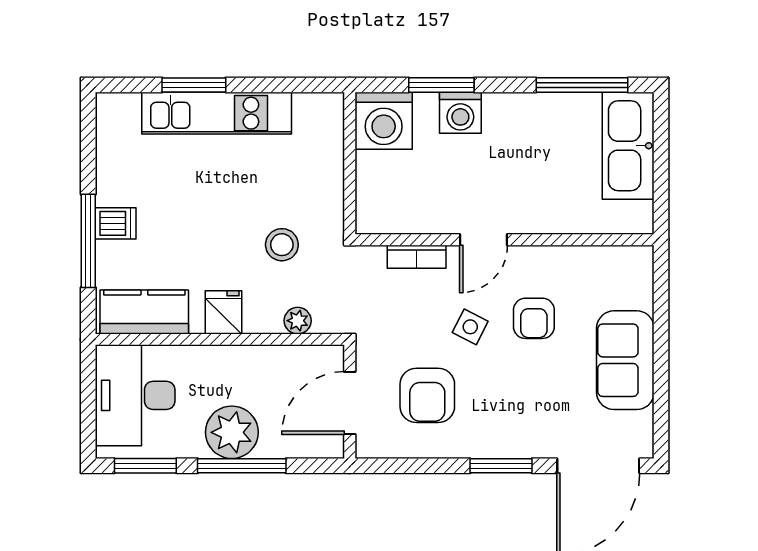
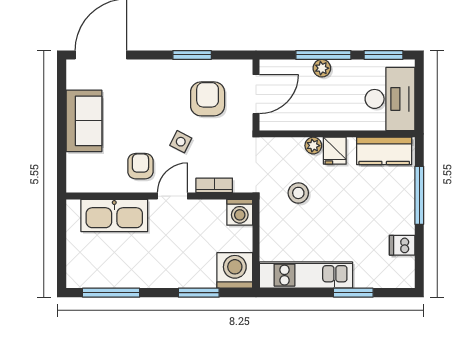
kitchen unit: (217, 113) -> (306, 275), moved
washing machine: (460, 113) -> (240, 212), moved, turned 180
kitchen sink: (628, 146) -> (114, 215), moved, turned 90
dishwasher: (116, 223) -> (402, 245), moved
armchair: (534, 318) -> (140, 166), moved
plant: (298, 321) -> (313, 146), moved
plant: (232, 432) -> (322, 68), width x0.53, depth x0.53
window: (501, 466) -> (192, 55), moved

